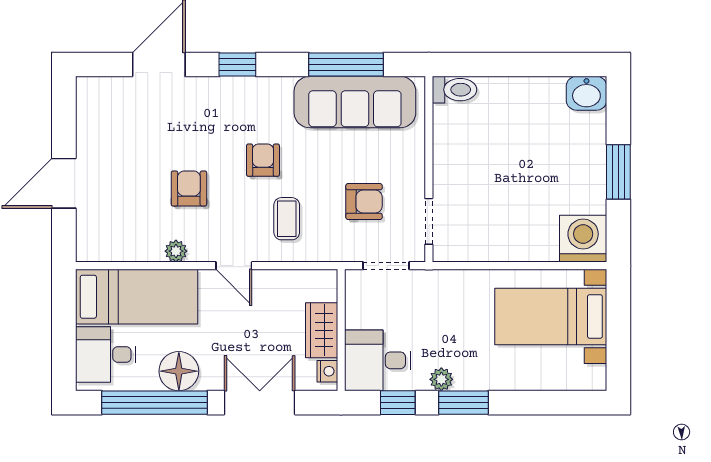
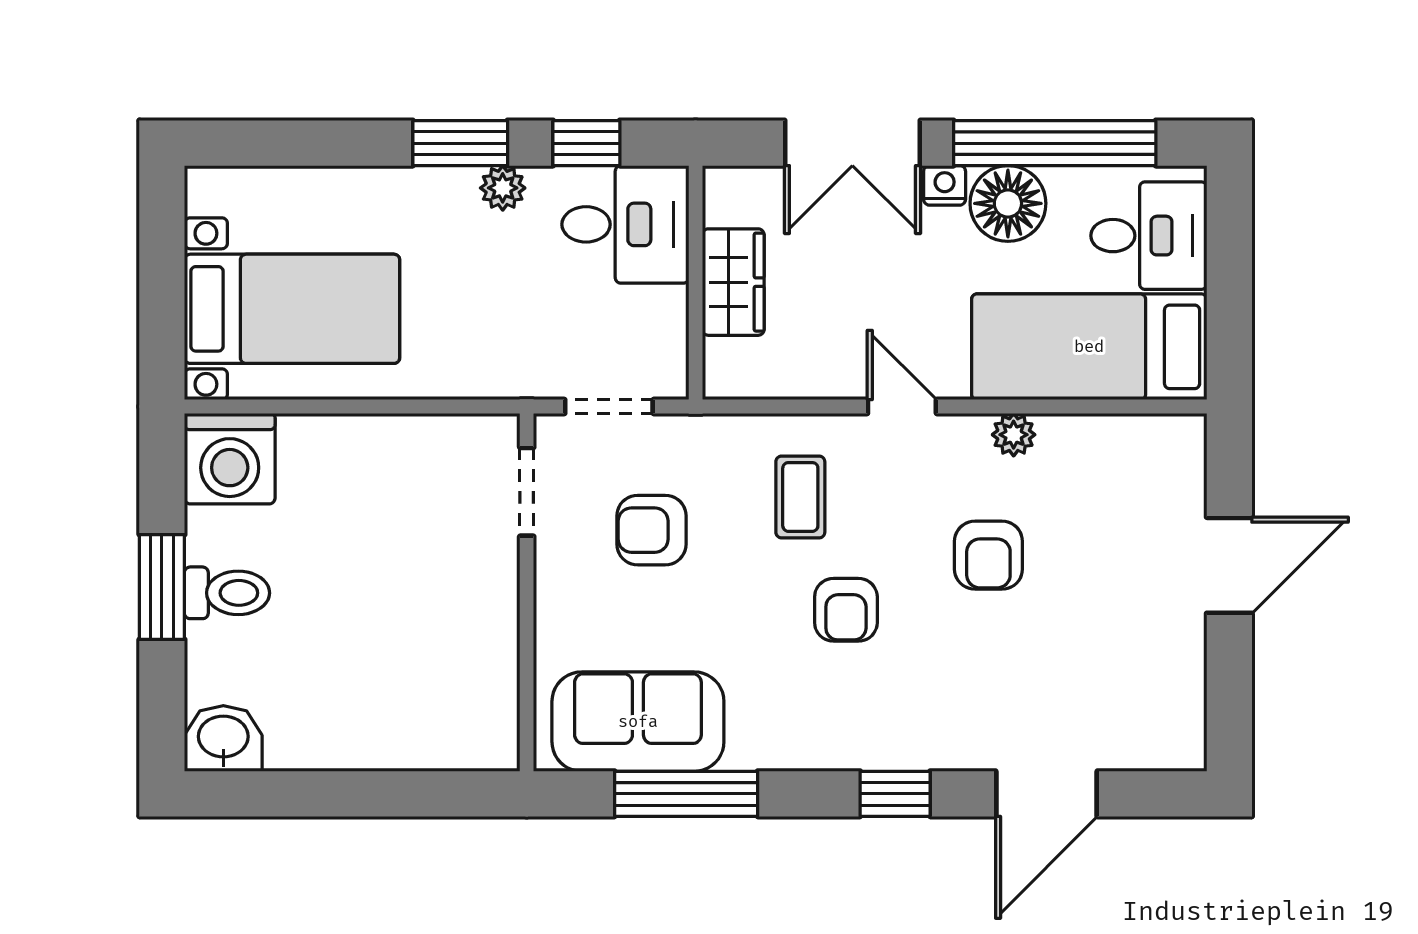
toilet: (454, 90) -> (227, 593), moved, turned 180
sofa: (355, 102) -> (638, 722), width x0.73
nightstand: (327, 371) -> (945, 185), moved, turned 90

